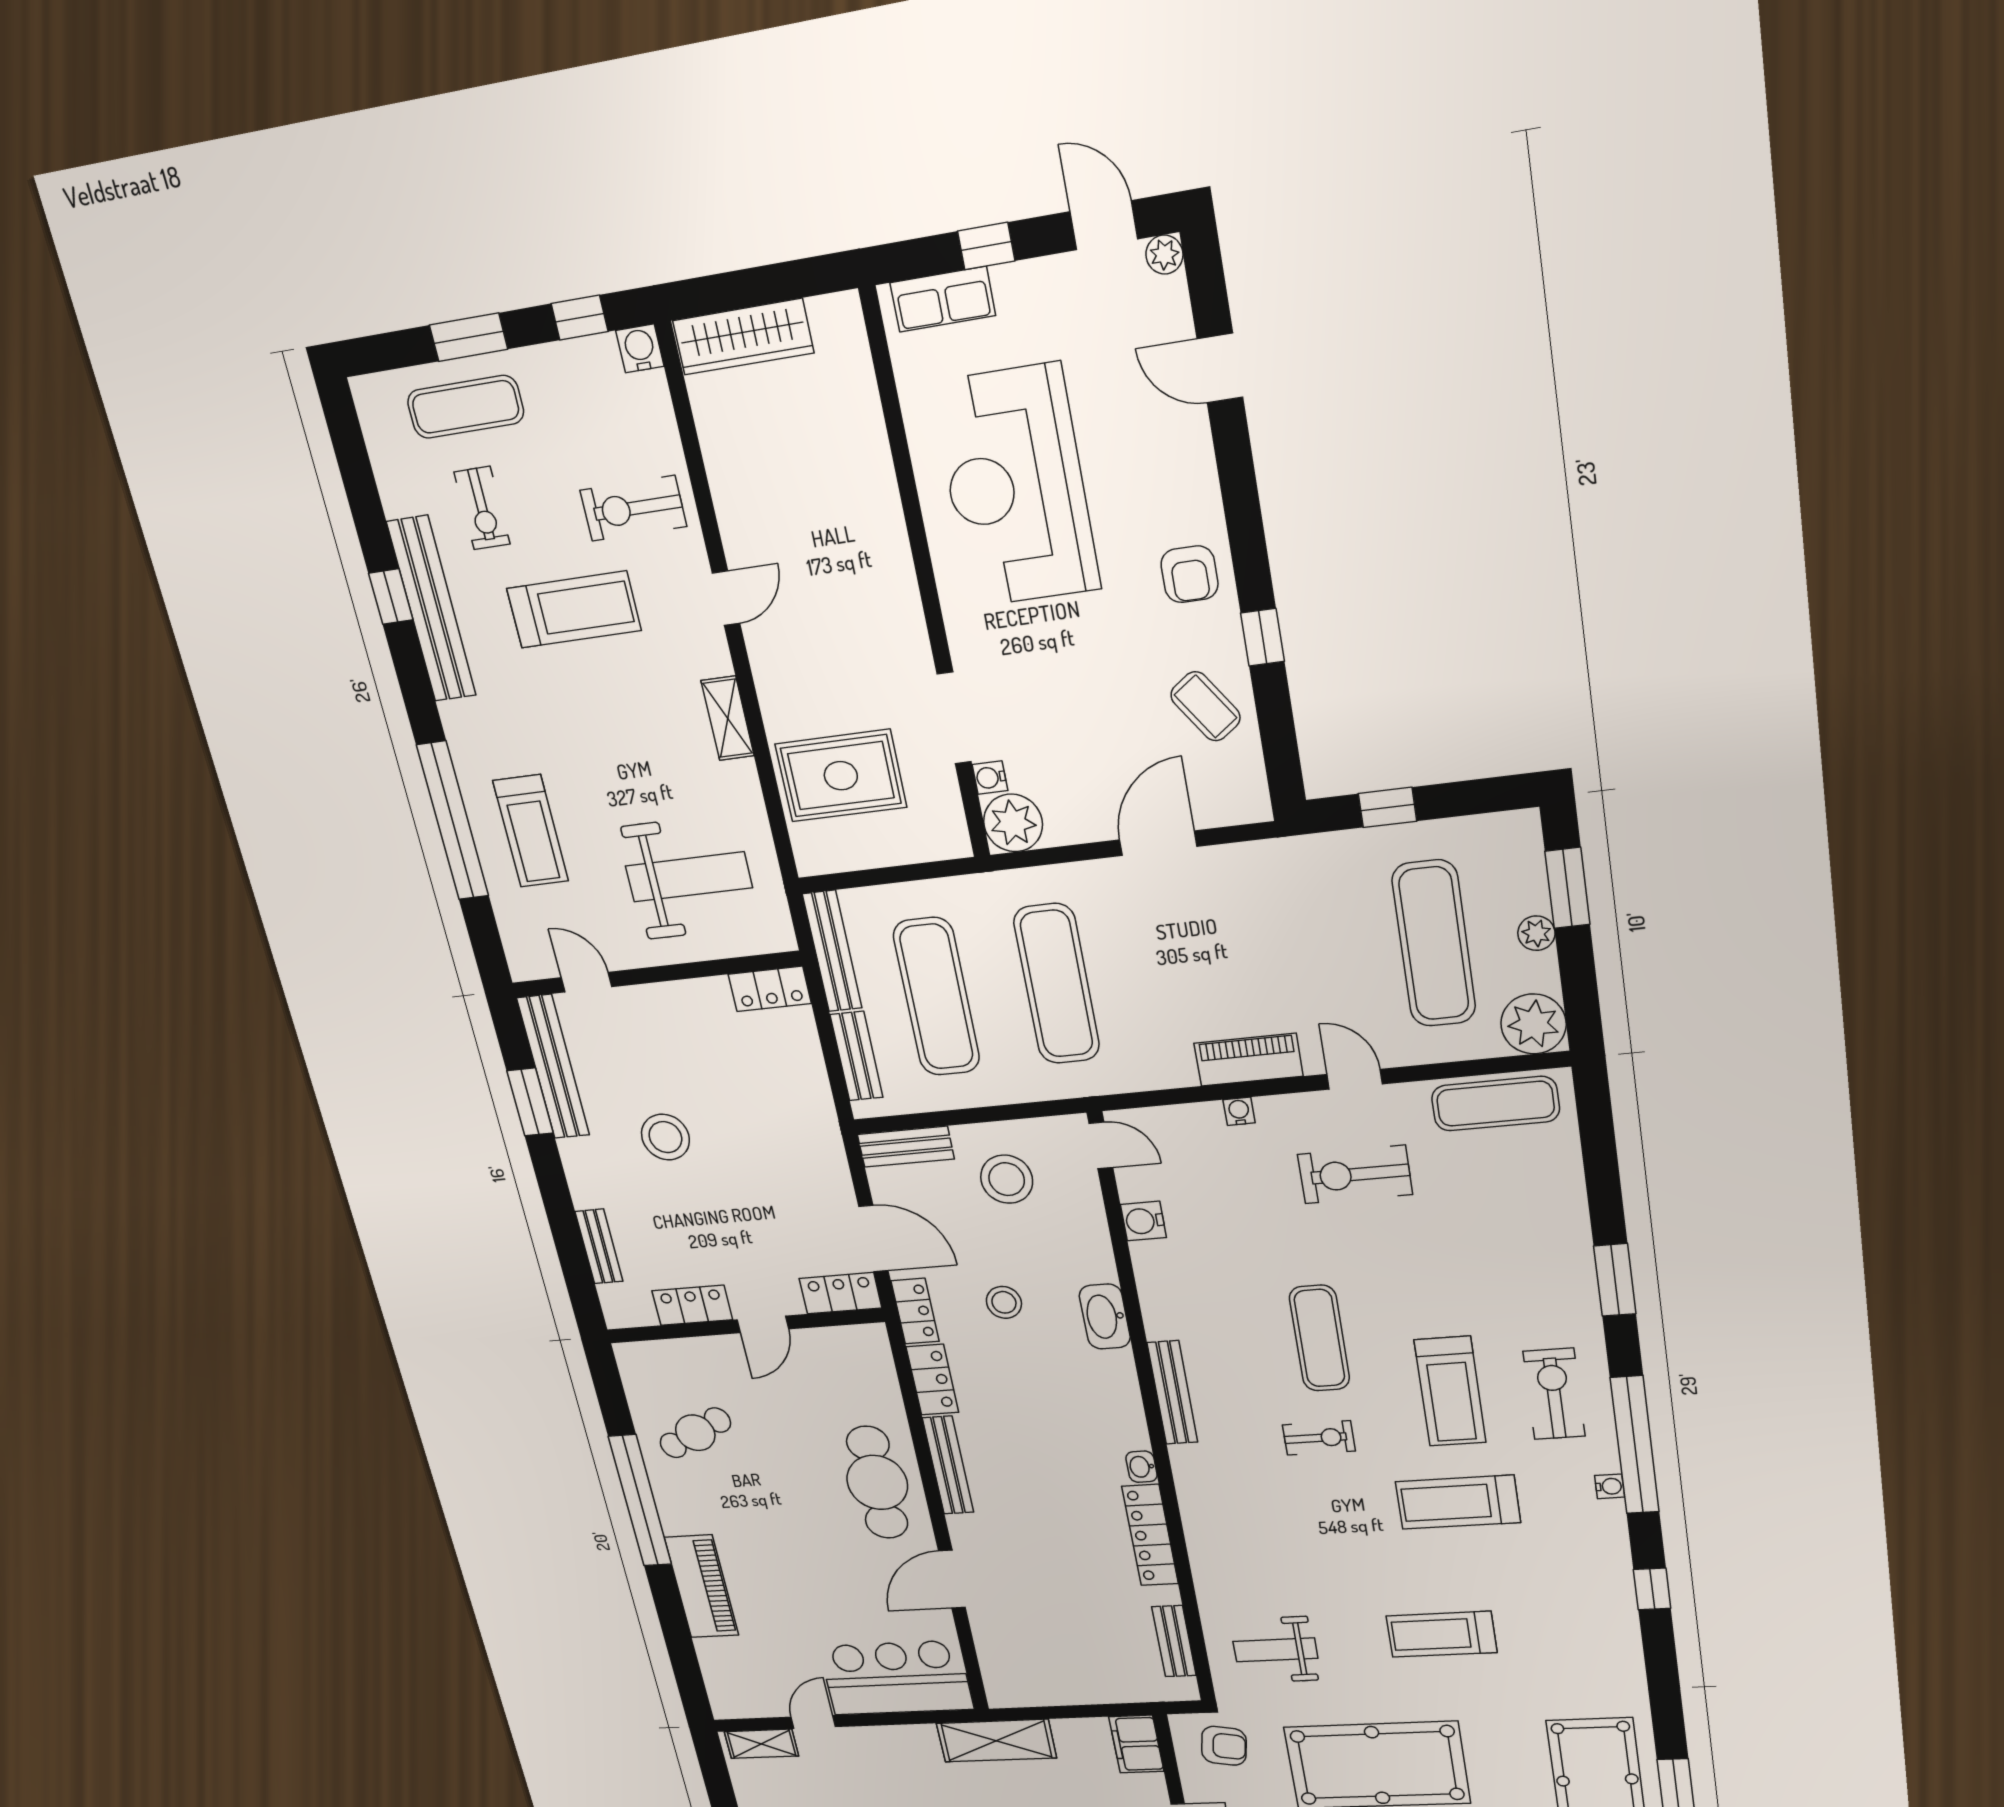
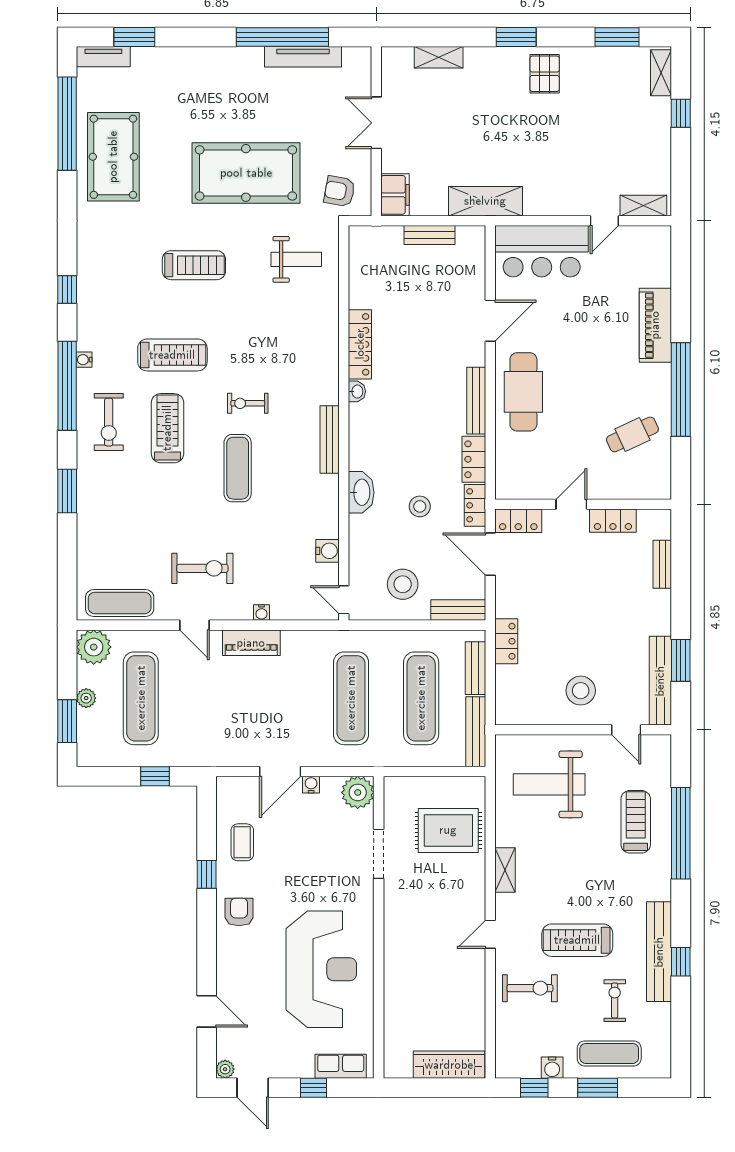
water cooler: (640, 348) -> (552, 1068), moved
coffee table: (1206, 706) -> (242, 842), turned 35
water cooler: (990, 778) -> (311, 785), moved, turned -90
locker: (770, 989) -> (506, 641), moved, turned 90
stool: (665, 1137) -> (581, 691), moved
bench: (1174, 1641) -> (430, 235), moved, turned 90

